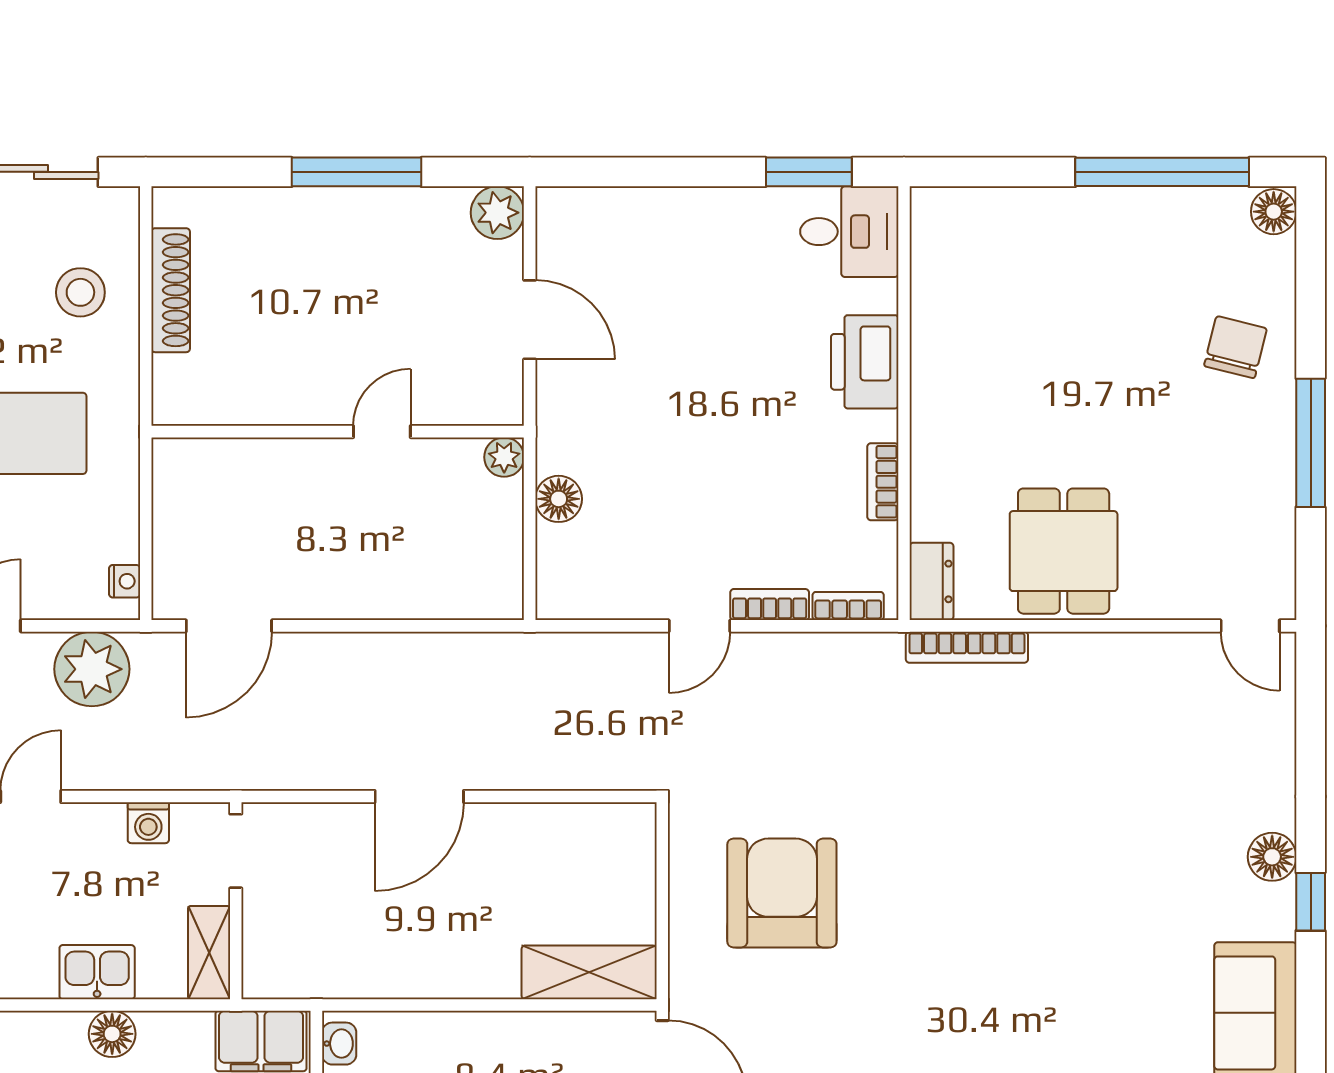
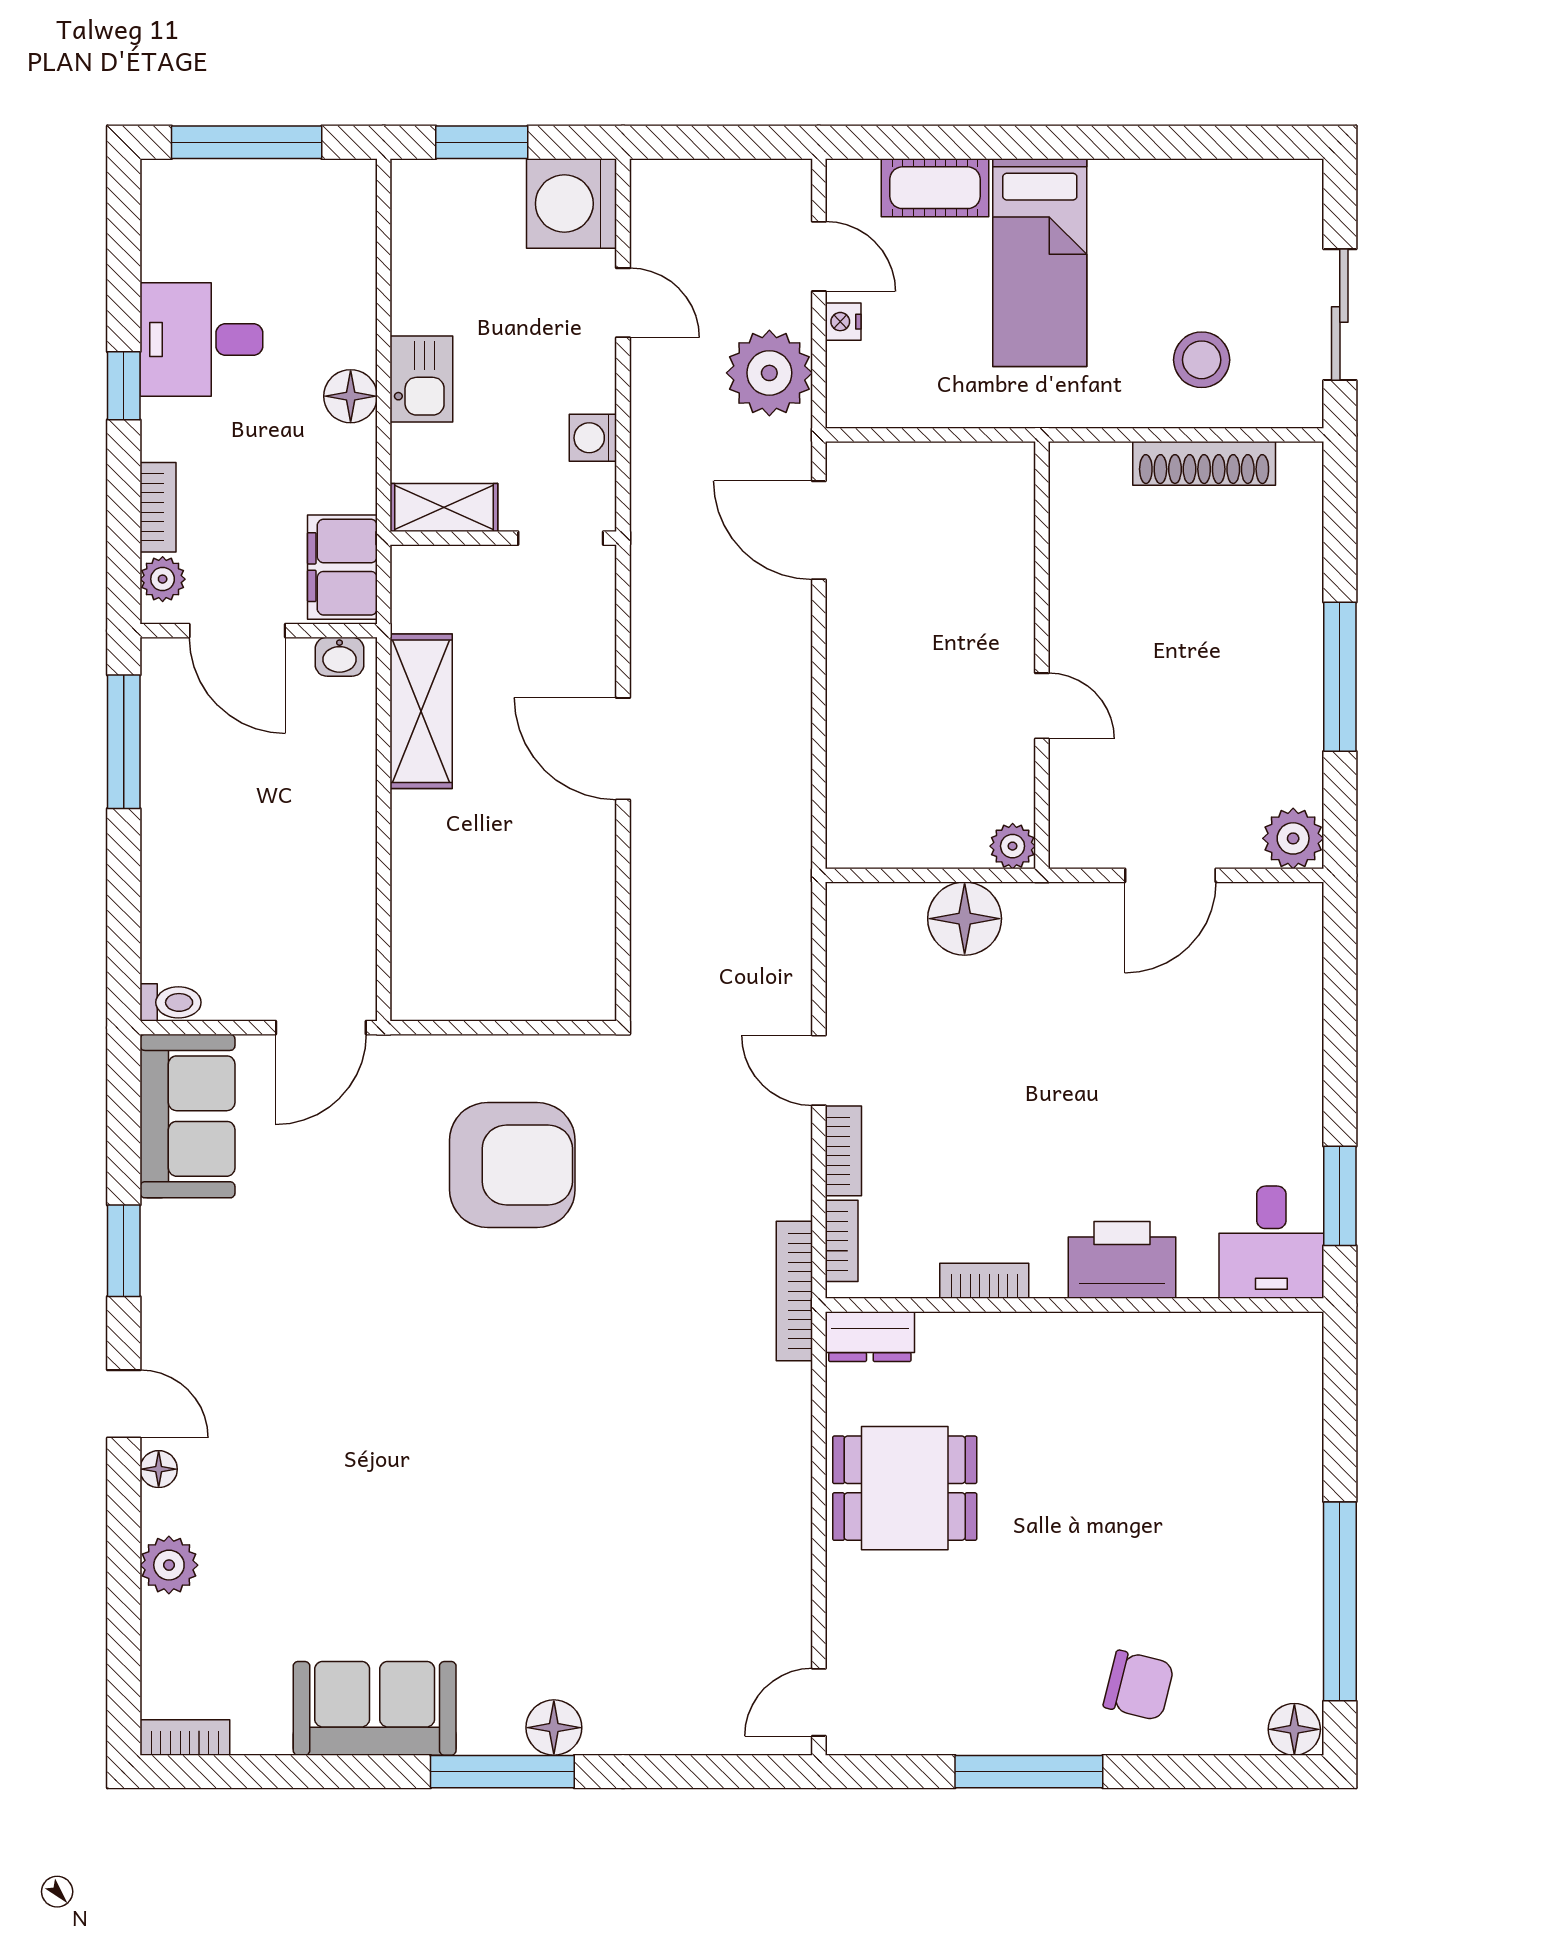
floor lamp: (559, 499) -> (965, 919), width x1.38, depth x1.38
nightstand: (125, 581) -> (843, 322), moved, turned 90
bookcase: (967, 647) -> (794, 1291), moved
window: (1311, 902) -> (502, 1772), width x2.17
shelving: (589, 972) -> (421, 711), moved

